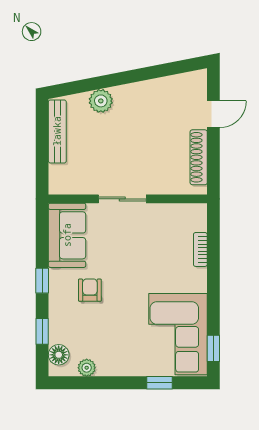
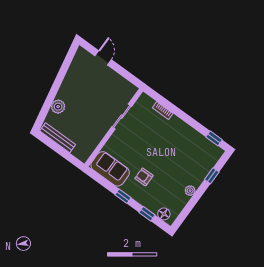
shoe rack: (199, 157) -> (118, 80), removed
sliding door: (122, 199) -> (122, 117), moved
corner sofa: (178, 334) -> (195, 150), removed
plant: (87, 368) -> (190, 191), moved

